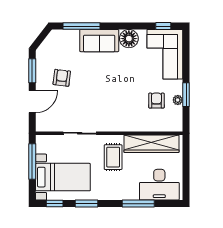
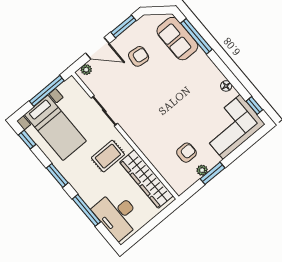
floor lamp: (129, 39) -> (226, 86), width x0.53, depth x0.53
sofa: (99, 41) -> (177, 39), moved
plant: (40, 122) -> (86, 70), added
window: (86, 204) -> (57, 175), moved

